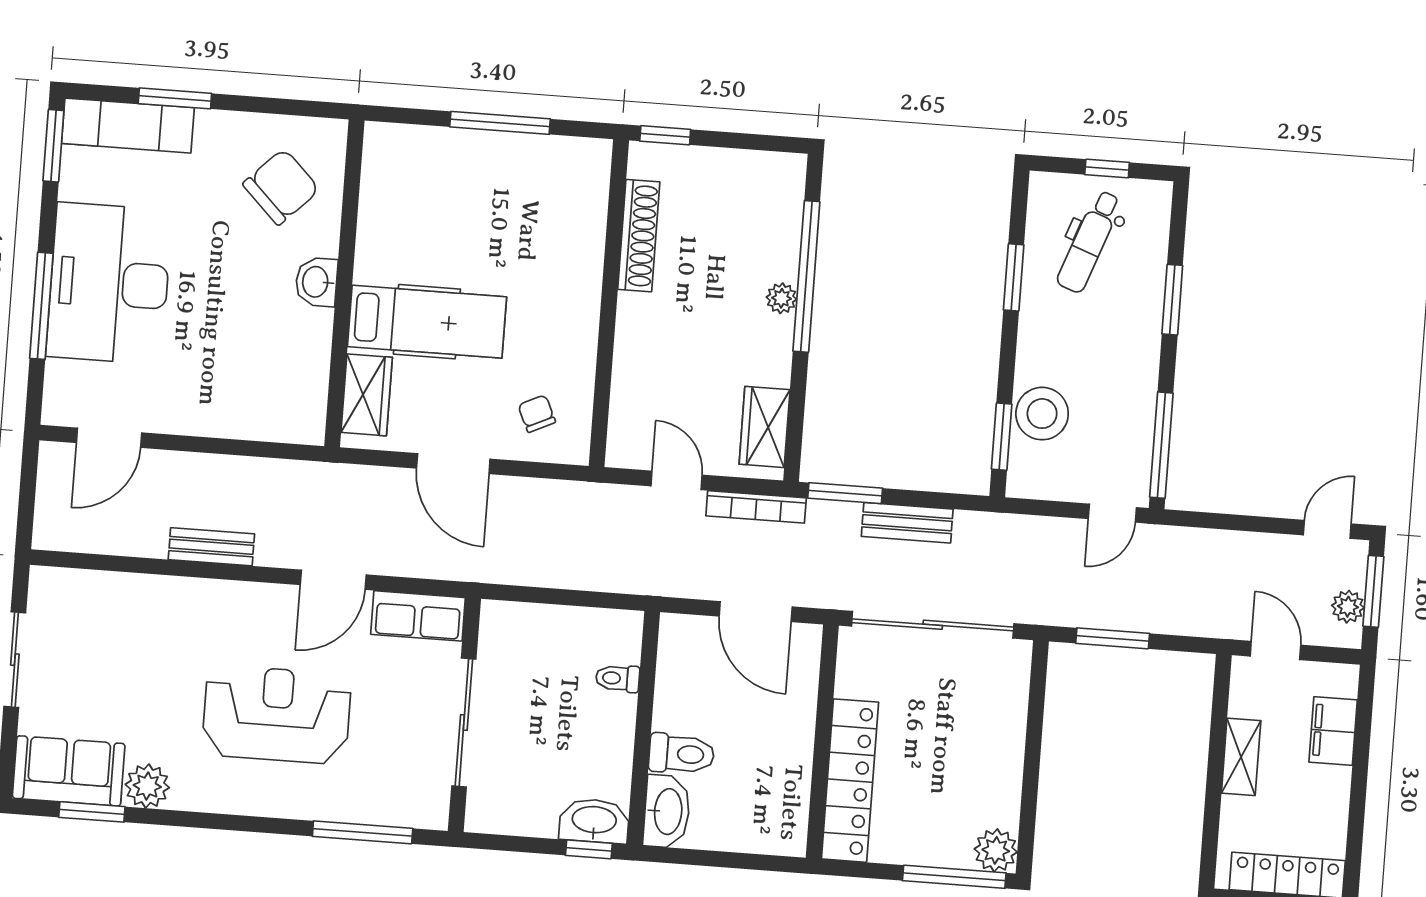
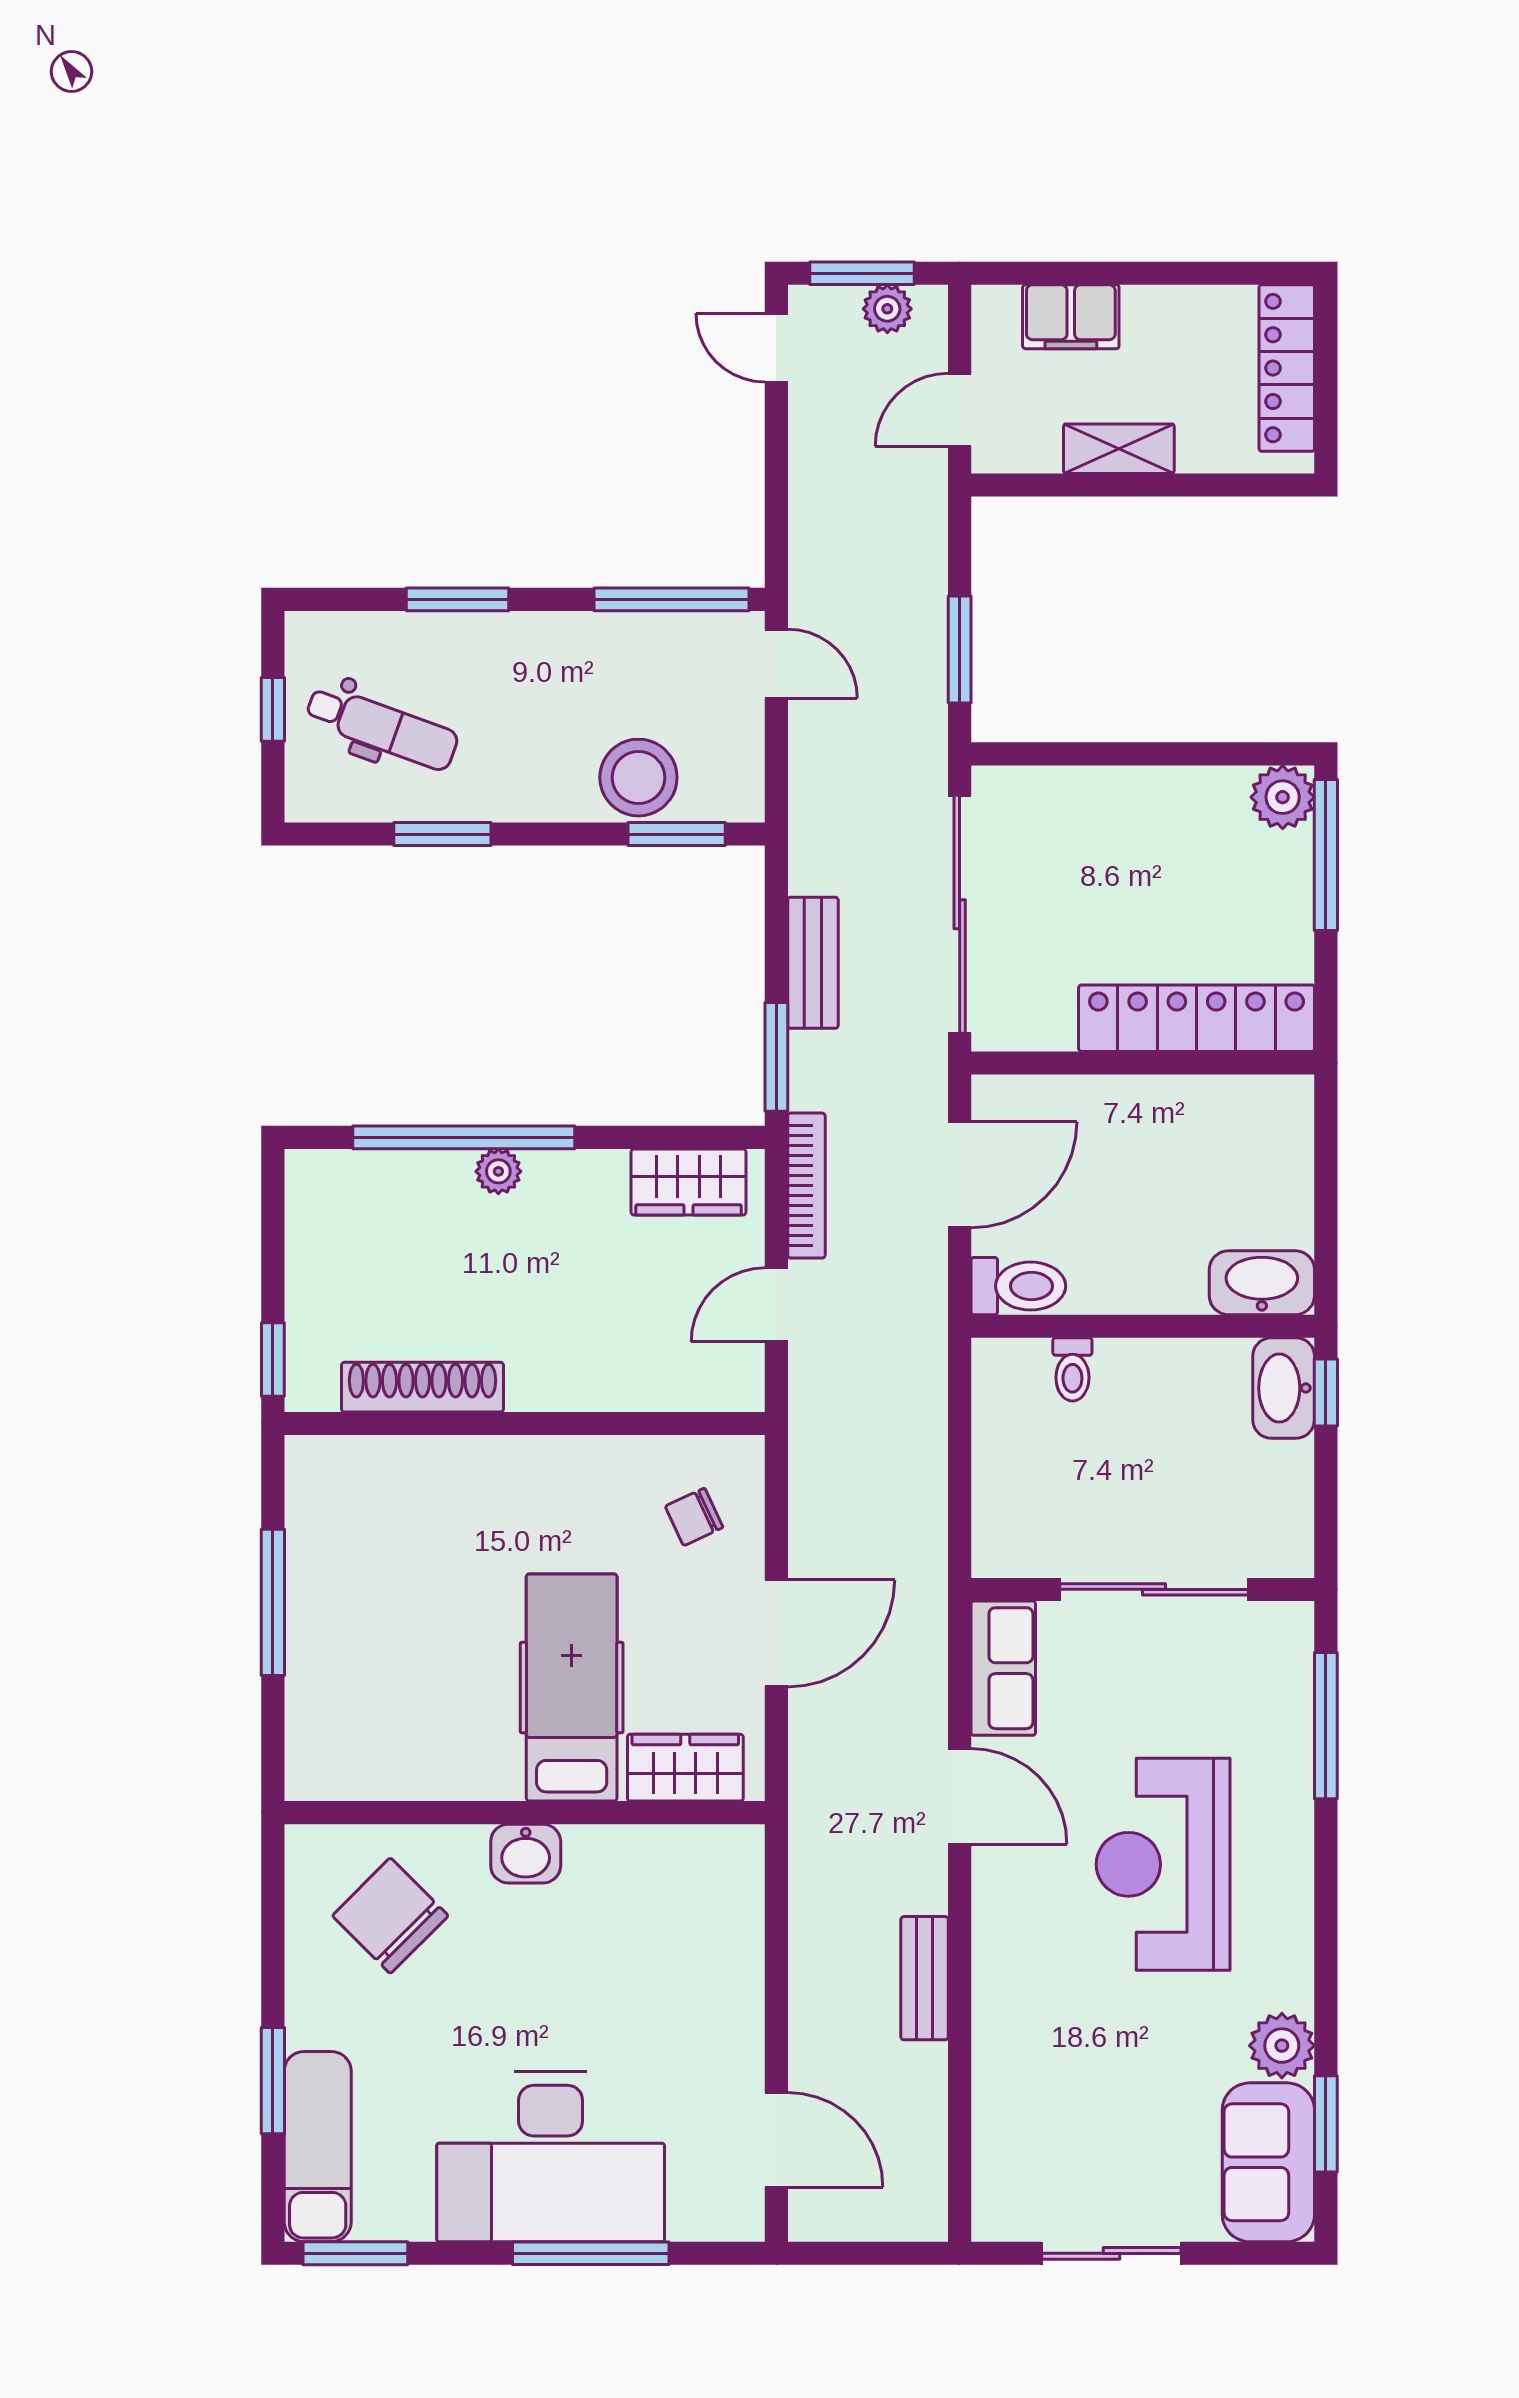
toilet: (682, 754) -> (1018, 1286), moved, turned 90

